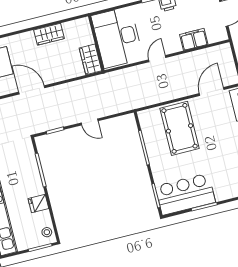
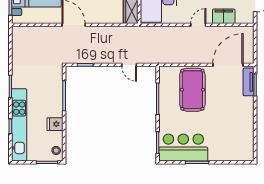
door: (157, 59) -> (198, 25), moved
door: (212, 91) -> (228, 65), width x1.36
door: (90, 122) -> (129, 65), moved

